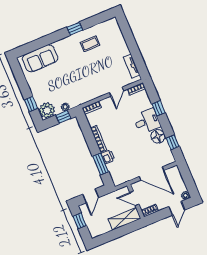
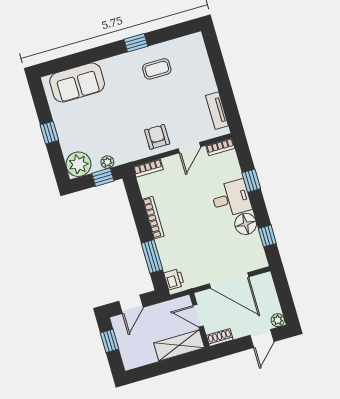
armchair: (95, 87) -> (157, 137), added
window: (31, 104) -> (49, 133), moved
printer: (108, 157) -> (174, 279), moved

